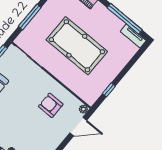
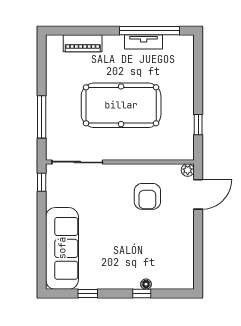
tv unit: (133, 36) -> (144, 42), moved
armchair: (51, 105) -> (147, 196), turned -90

